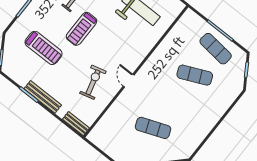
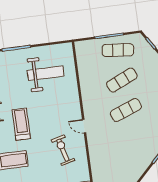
treadmill: (81, 29) -> (21, 124), turned 180
exercise mat: (153, 128) -> (126, 110), moved

